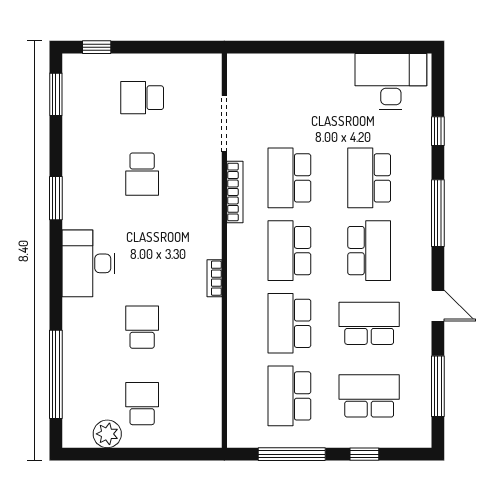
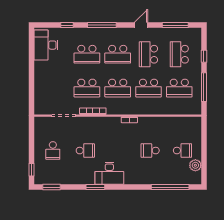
school desk: (369, 251) -> (118, 54), turned 180
desk: (89, 263) -> (109, 173), moved
school desk: (142, 404) -> (182, 151), turned 180

